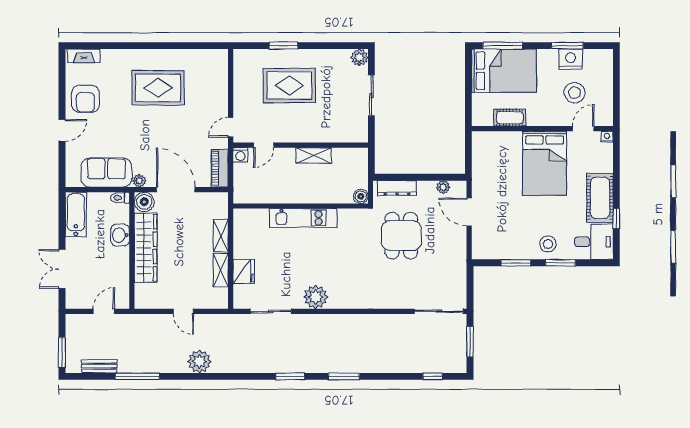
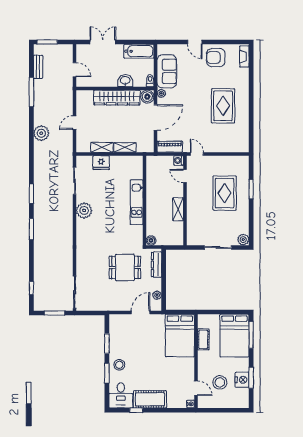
bed: (545, 163) -> (180, 336), moved, turned -90

